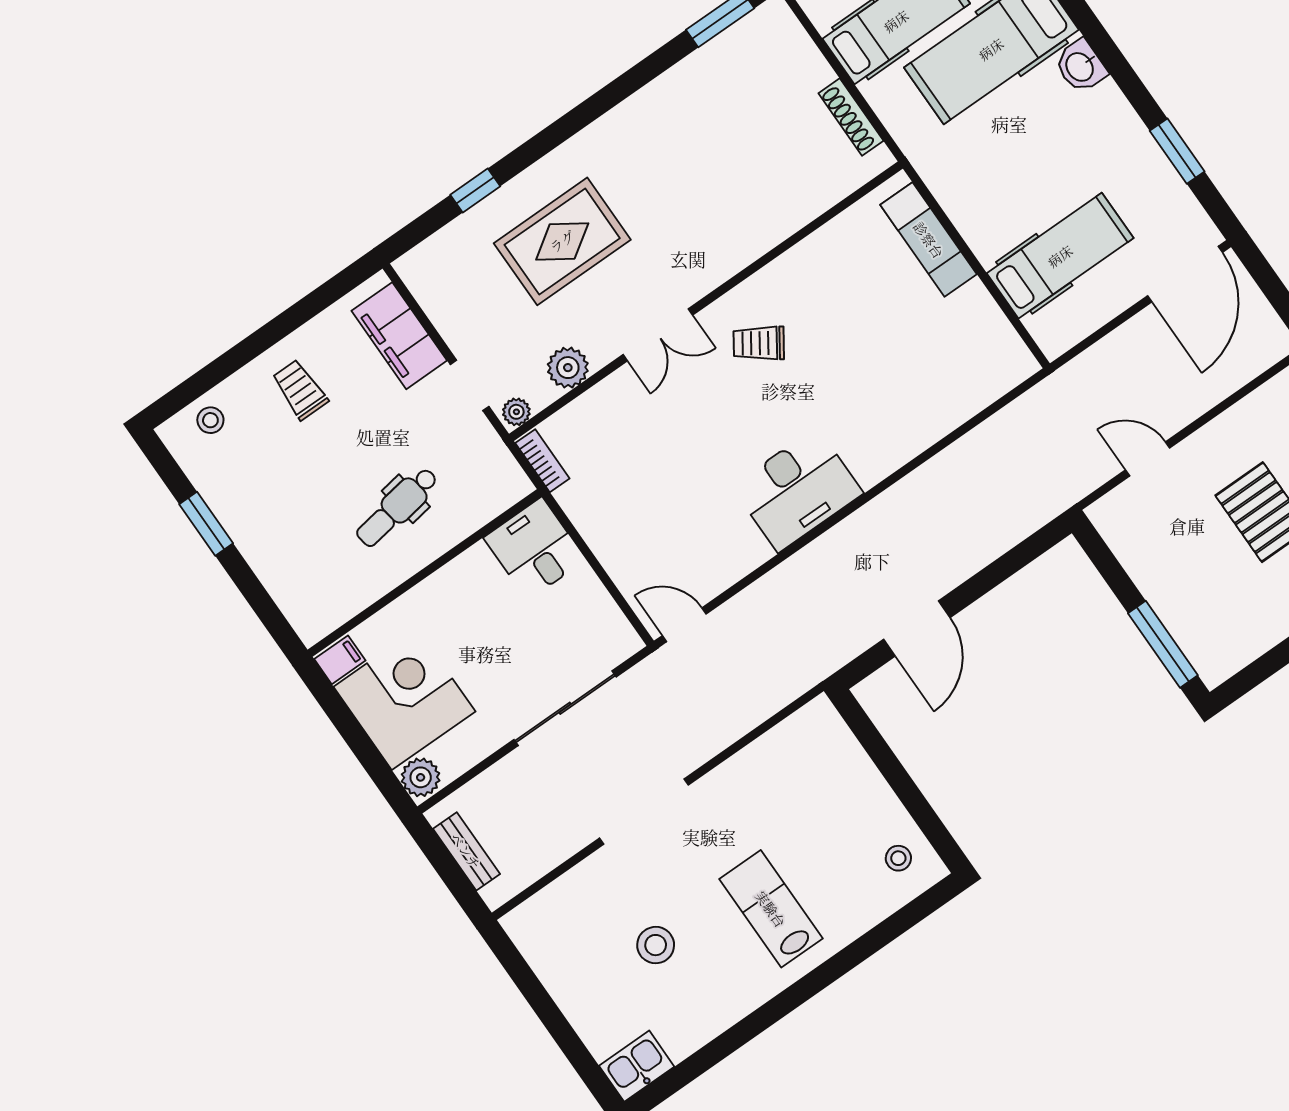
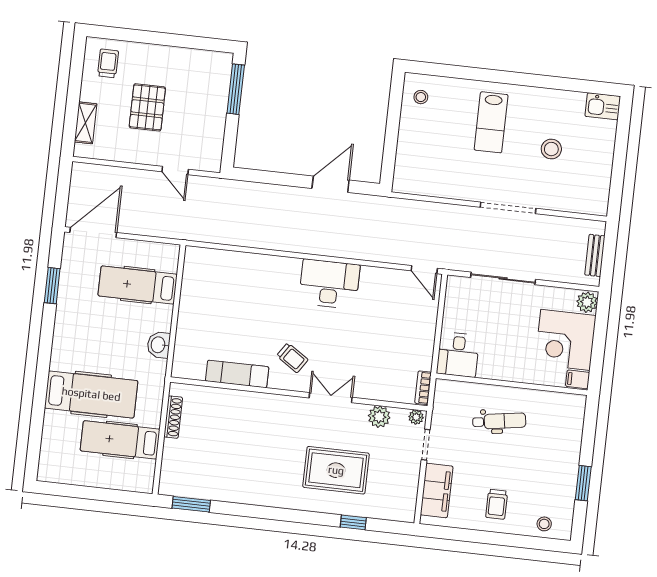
washbasin: (1081, 66) -> (159, 345), moved, turned 180
exam couch: (929, 240) -> (237, 374), moved, turned -90

